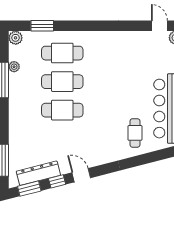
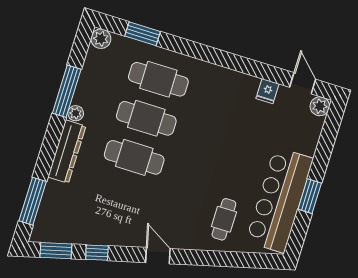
fridge: (138, 38) -> (267, 91), added
plant: (14, 67) -> (76, 113), moved
dresser: (38, 173) -> (67, 152), moved, turned 104
door: (81, 175) -> (158, 256), moved

